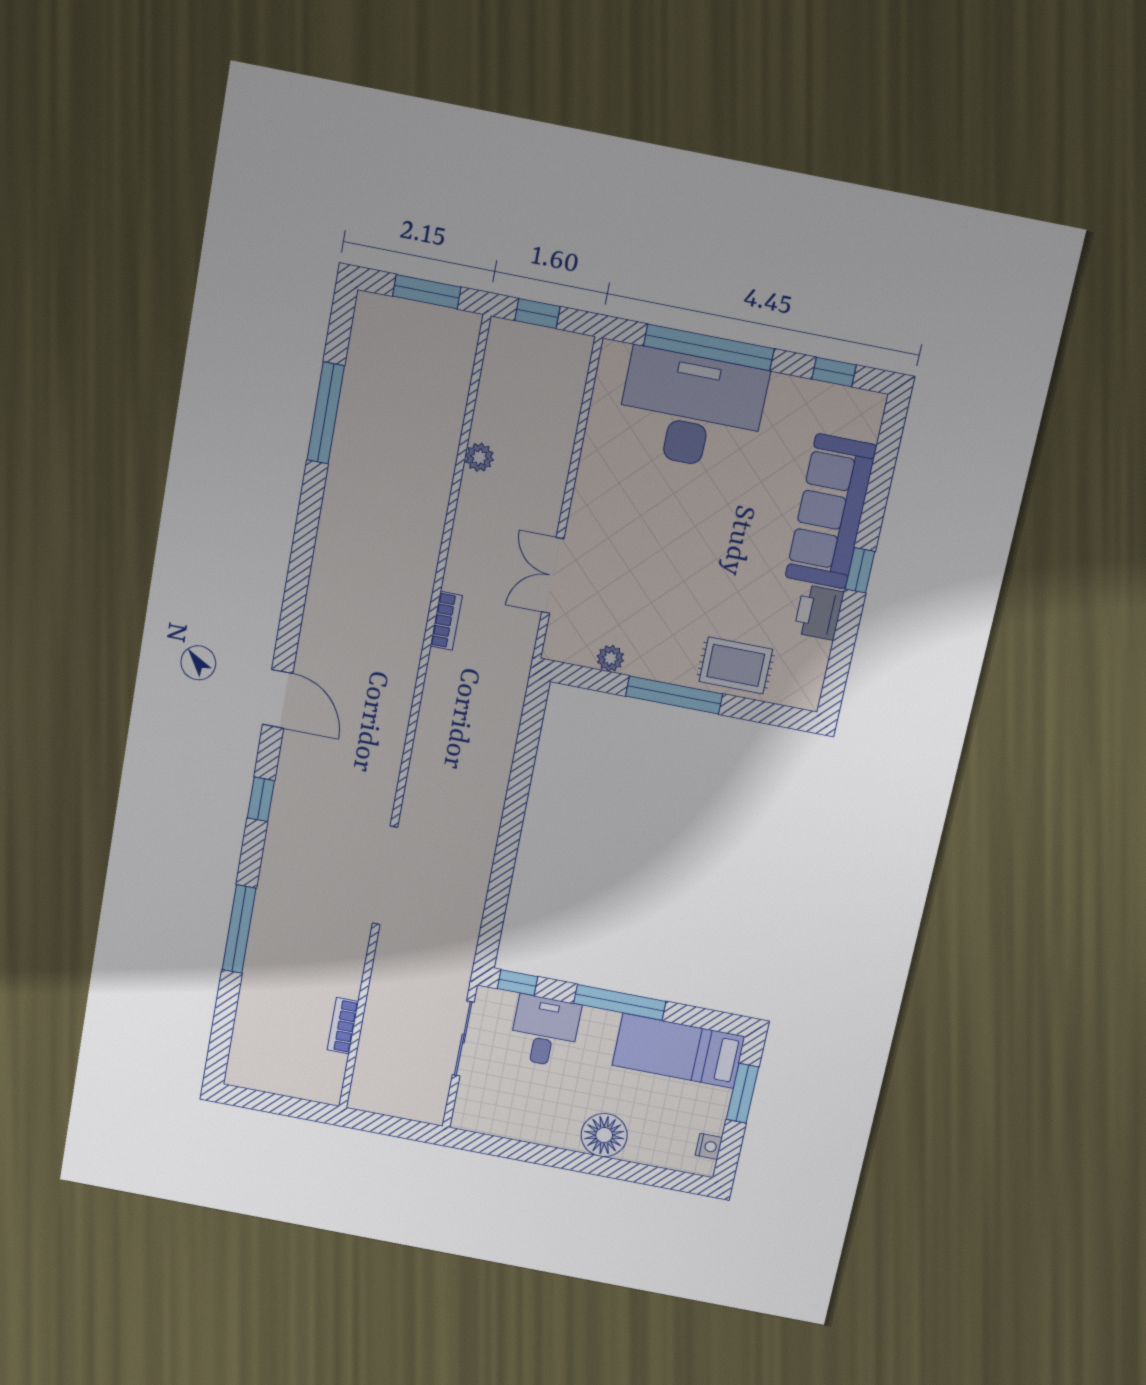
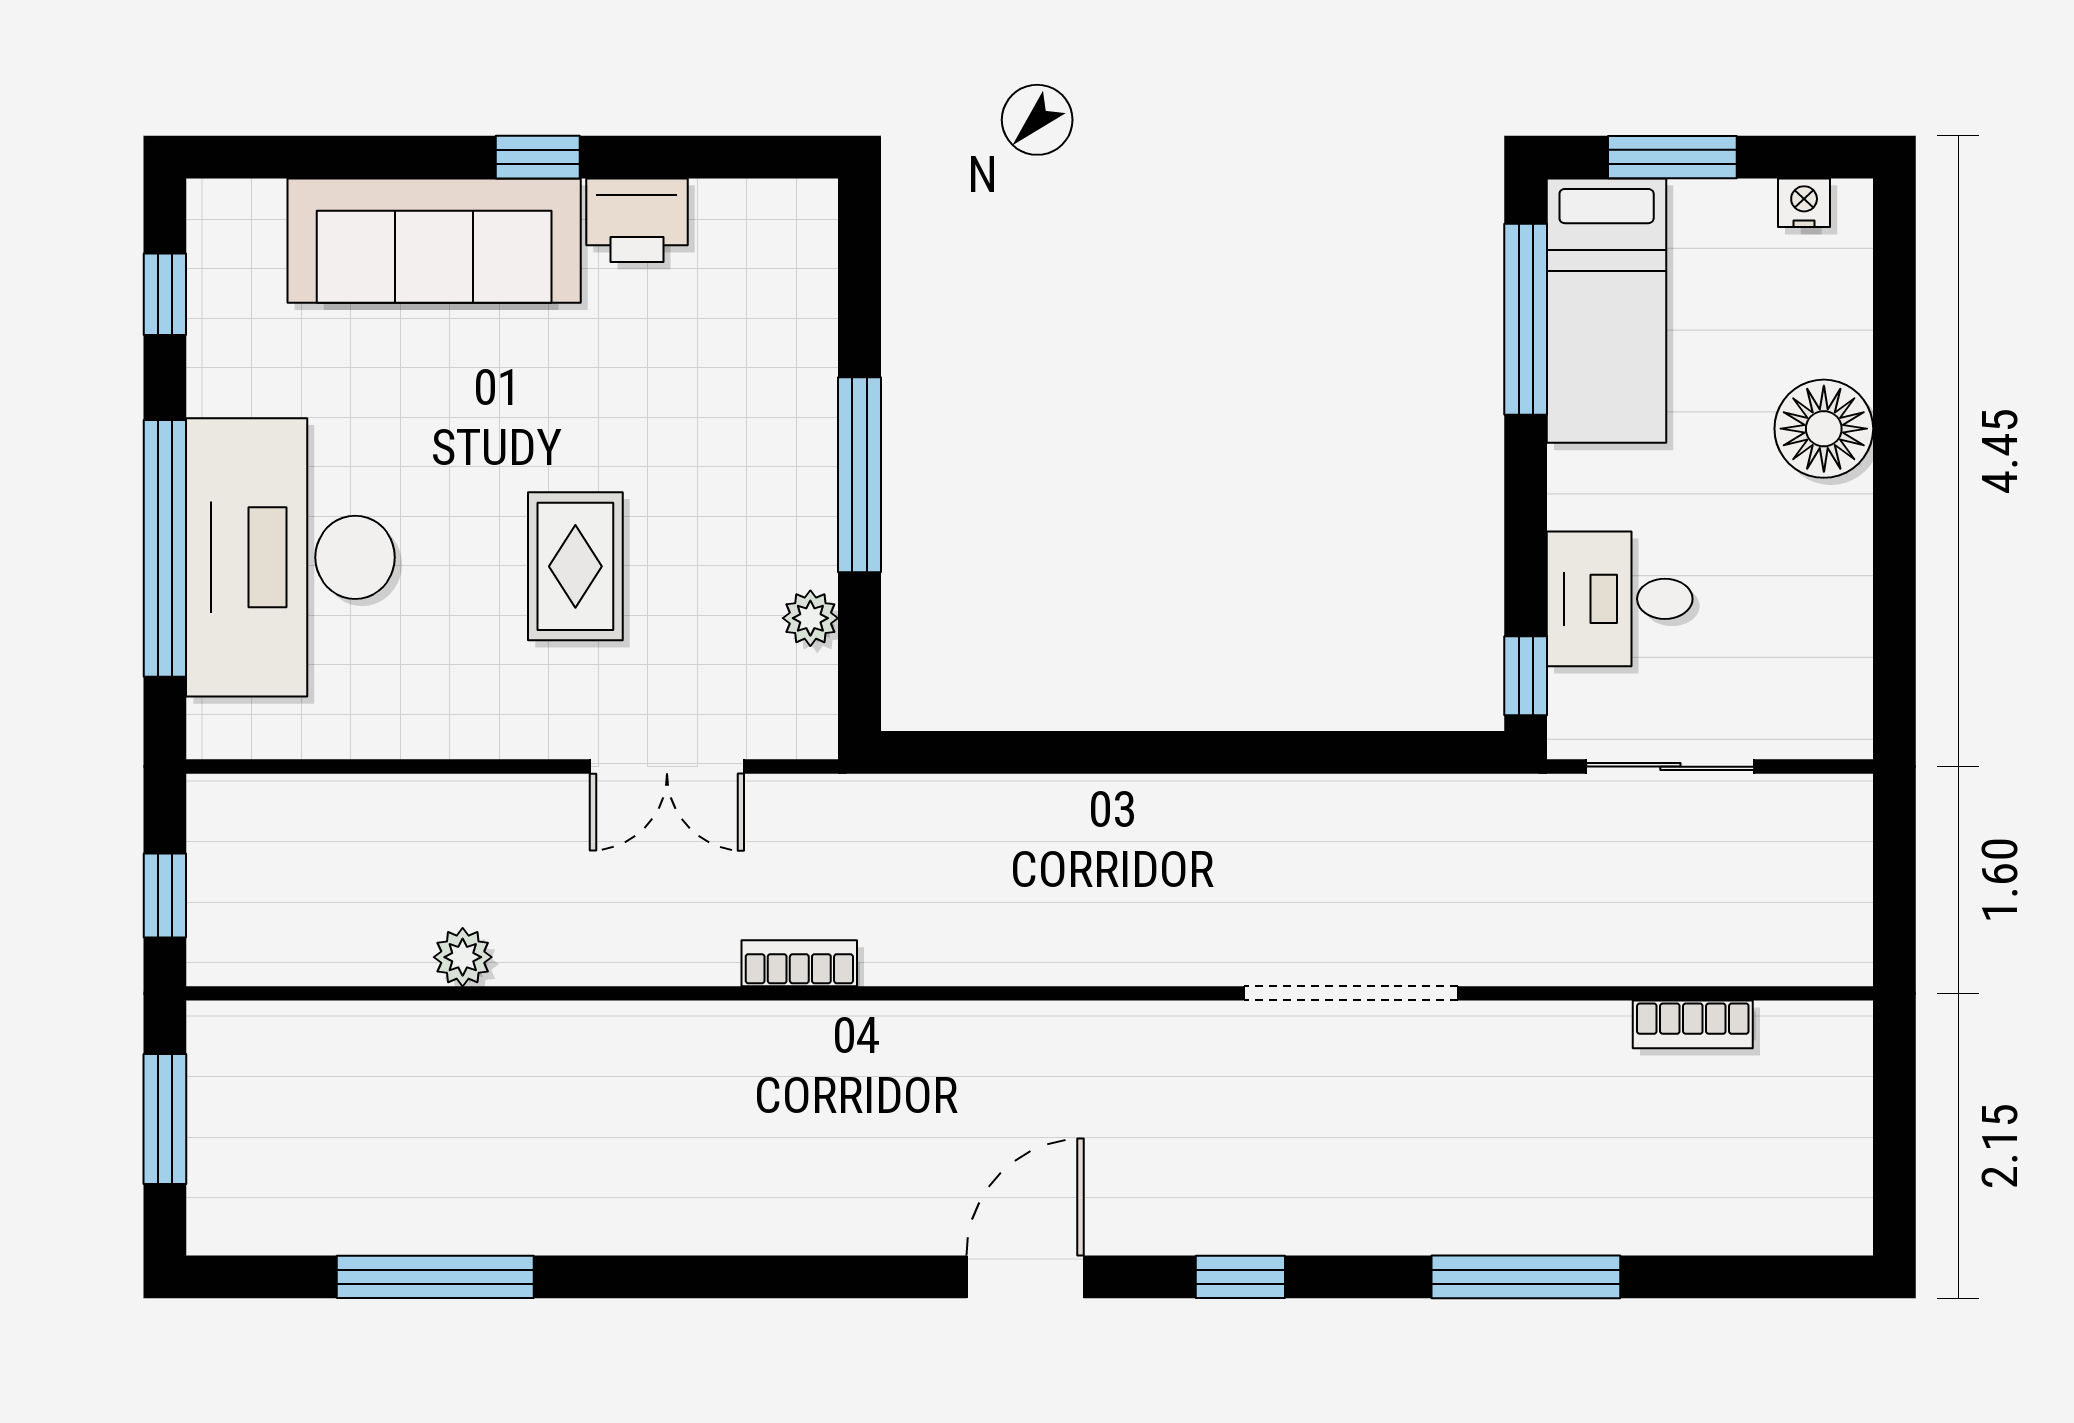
rug: (736, 665) -> (575, 566), moved
window: (620, 1002) -> (1526, 319), moved

